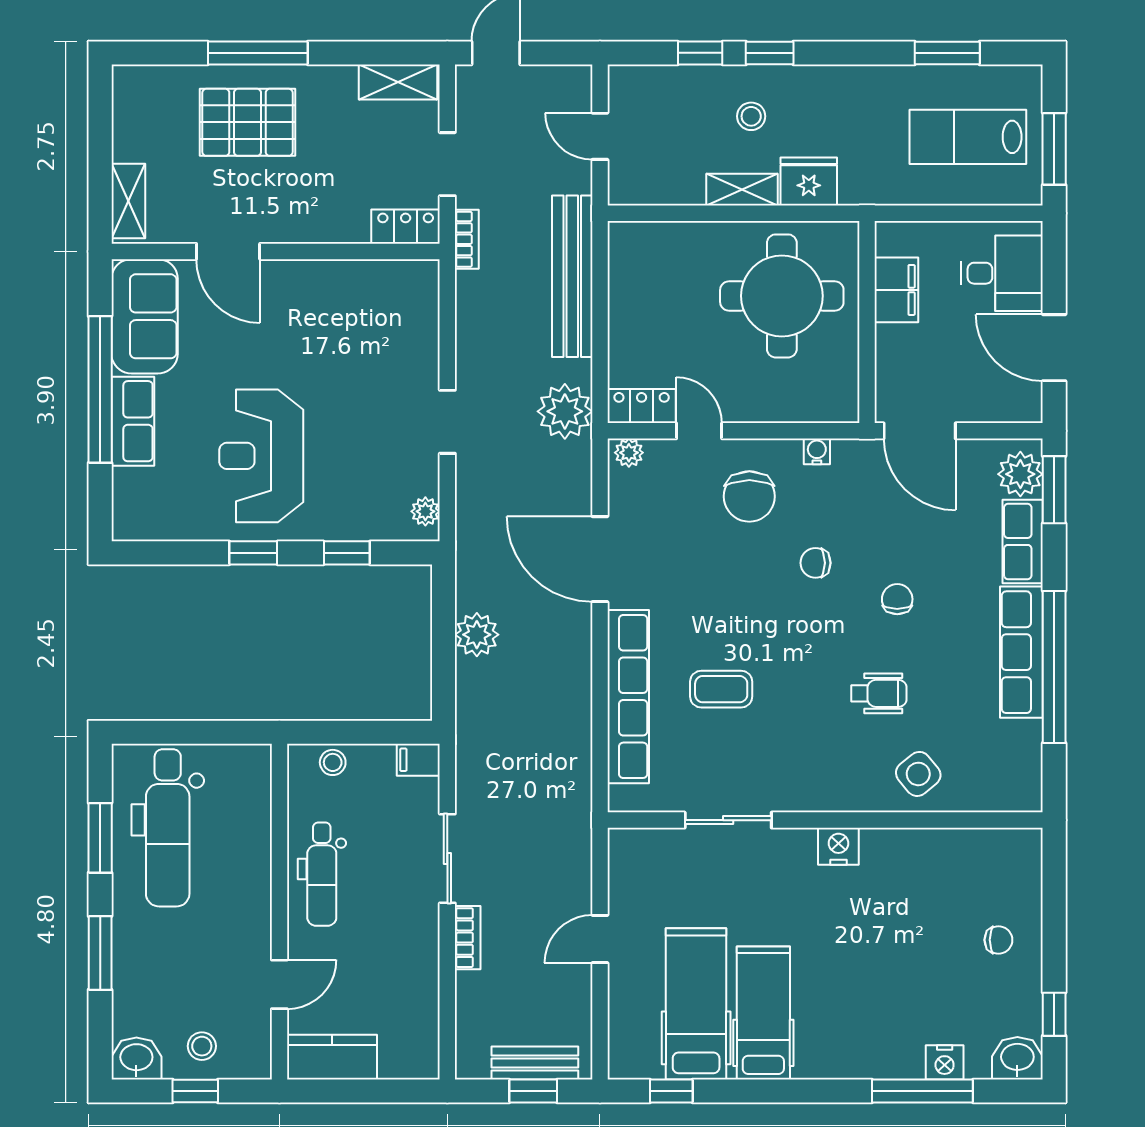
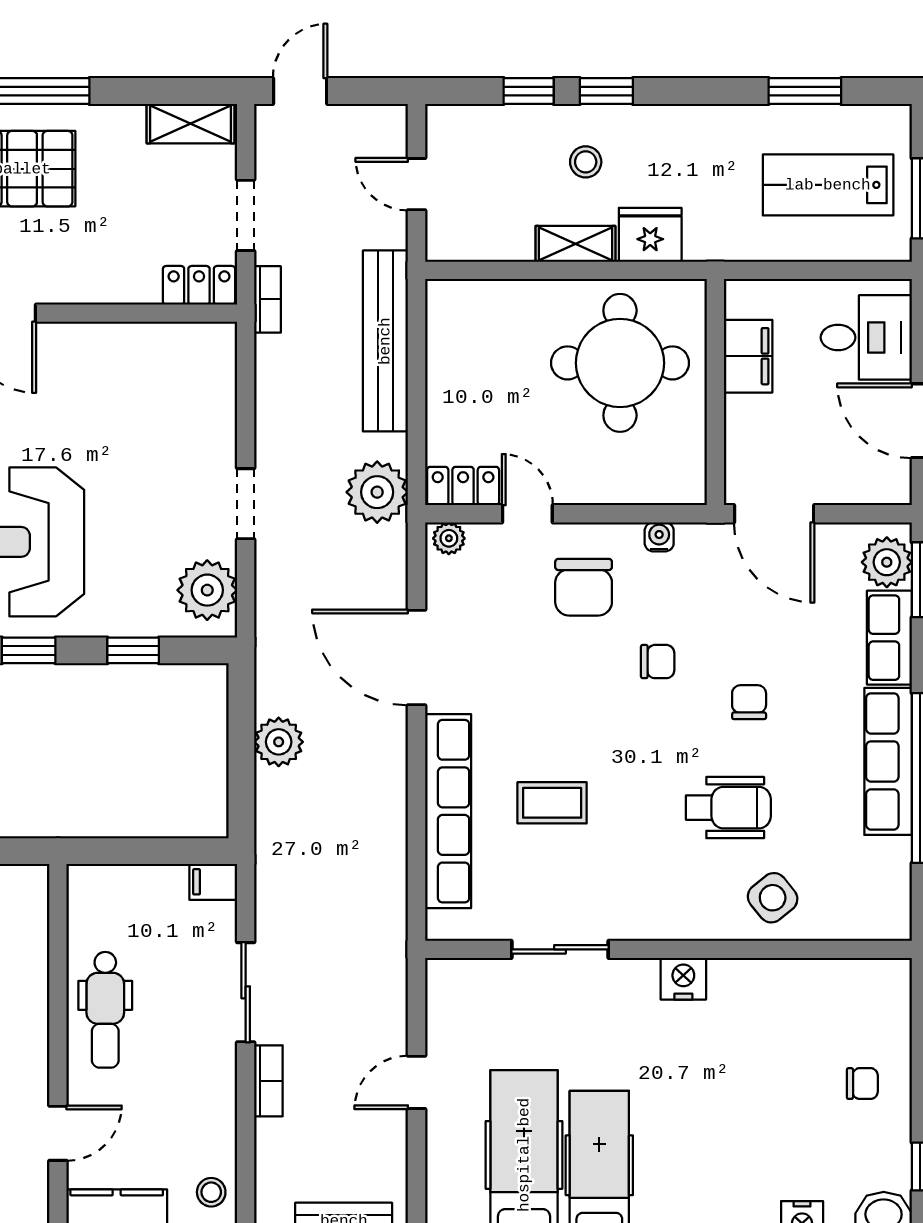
plant: (425, 511) -> (207, 590), width x1.87, depth x1.87
chair: (815, 563) -> (658, 662), turned 180
wheelchair: (879, 693) -> (728, 808), width x1.36, depth x1.37
stool: (333, 762) -> (211, 1192), moved

